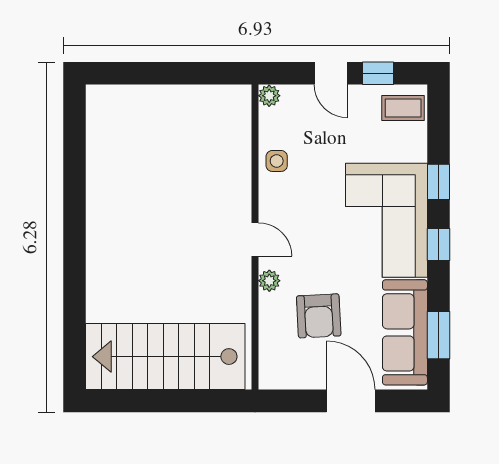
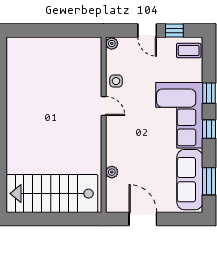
door: (255, 239) -> (104, 106), moved
plant: (269, 281) -> (112, 172), moved
armchair: (319, 316) -> (140, 170), removed
door: (351, 401) -> (143, 219), moved

